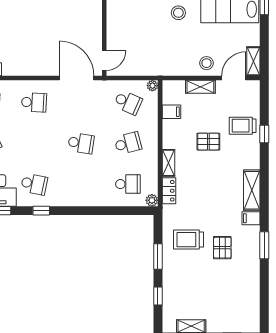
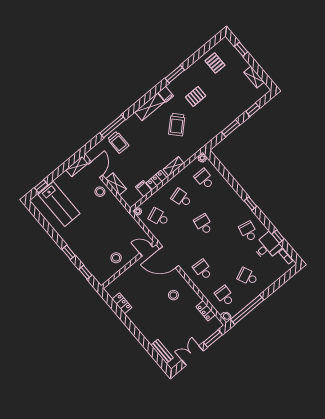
stool: (178, 13) -> (116, 258), moved
stool: (33, 49) -> (173, 295), added
door: (77, 78) -> (169, 257), hinge flipped
door: (234, 78) -> (95, 170), swing flipped
school desk: (128, 102) -> (159, 217), turned -45
window: (264, 134) -> (113, 126), width x2.17
pallet: (208, 142) -> (215, 63), moved
locker: (169, 191) -> (156, 180), moved
window: (41, 211) -> (250, 204), moved
trolley: (188, 240) -> (177, 125), moved, turned 47

